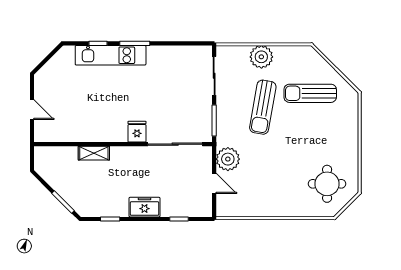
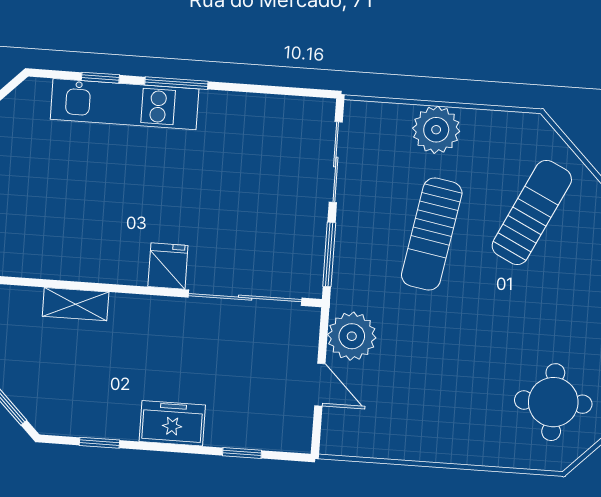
sun lounger: (310, 93) -> (532, 212), turned 116

